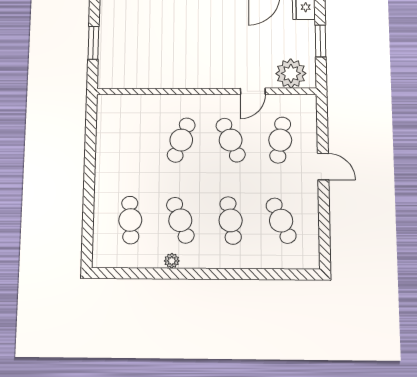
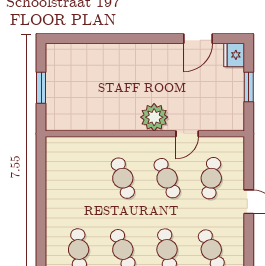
plant: (291, 73) -> (154, 117), moved
cafe table: (181, 140) -> (123, 178), turned -39

